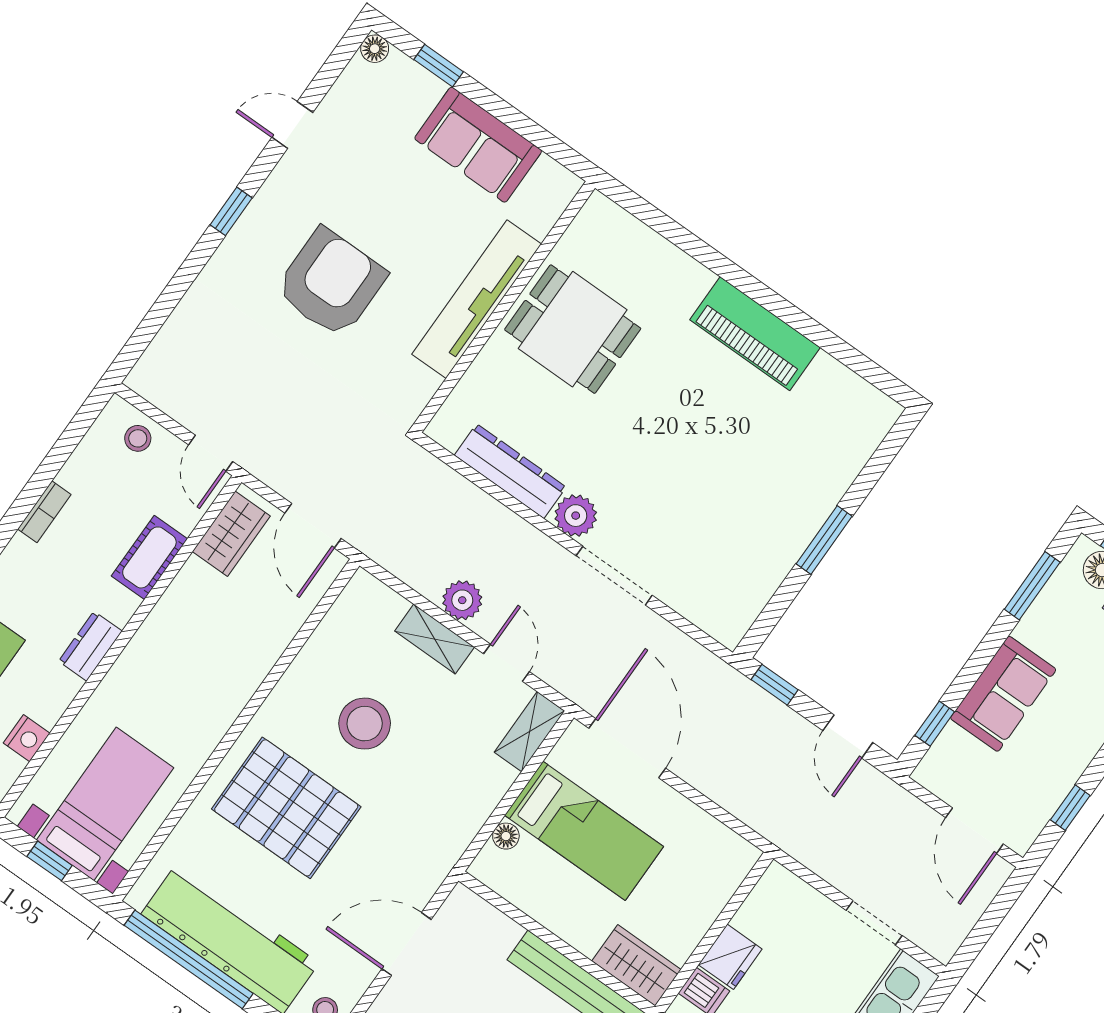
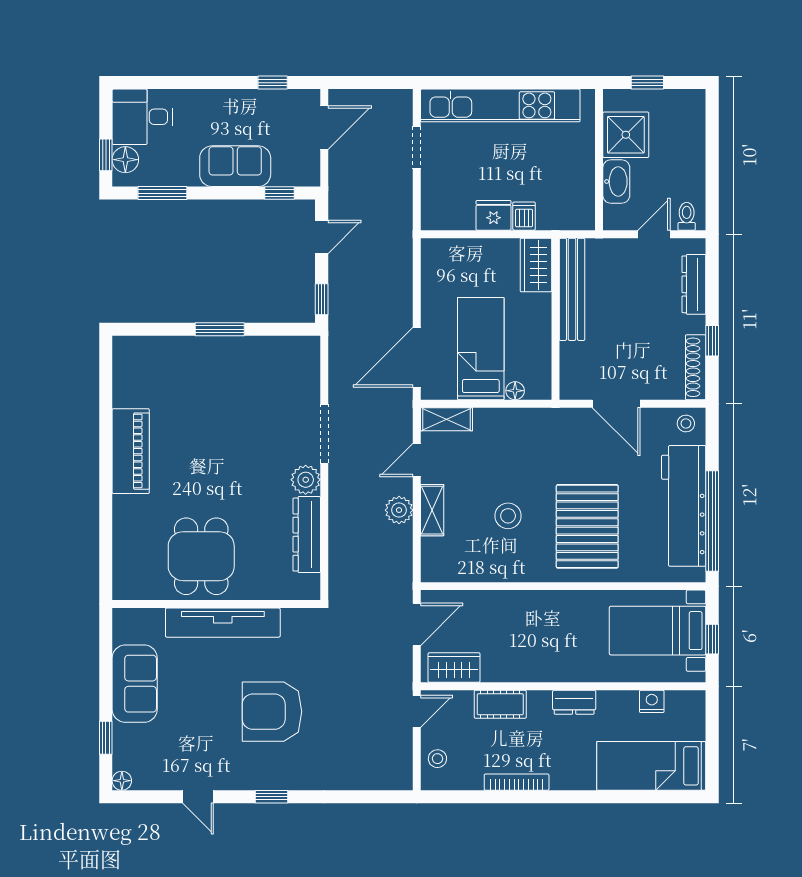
bookcase: (44, 512) -> (517, 782), width x1.56
stool: (365, 724) -> (508, 516), width x0.73, depth x0.73

